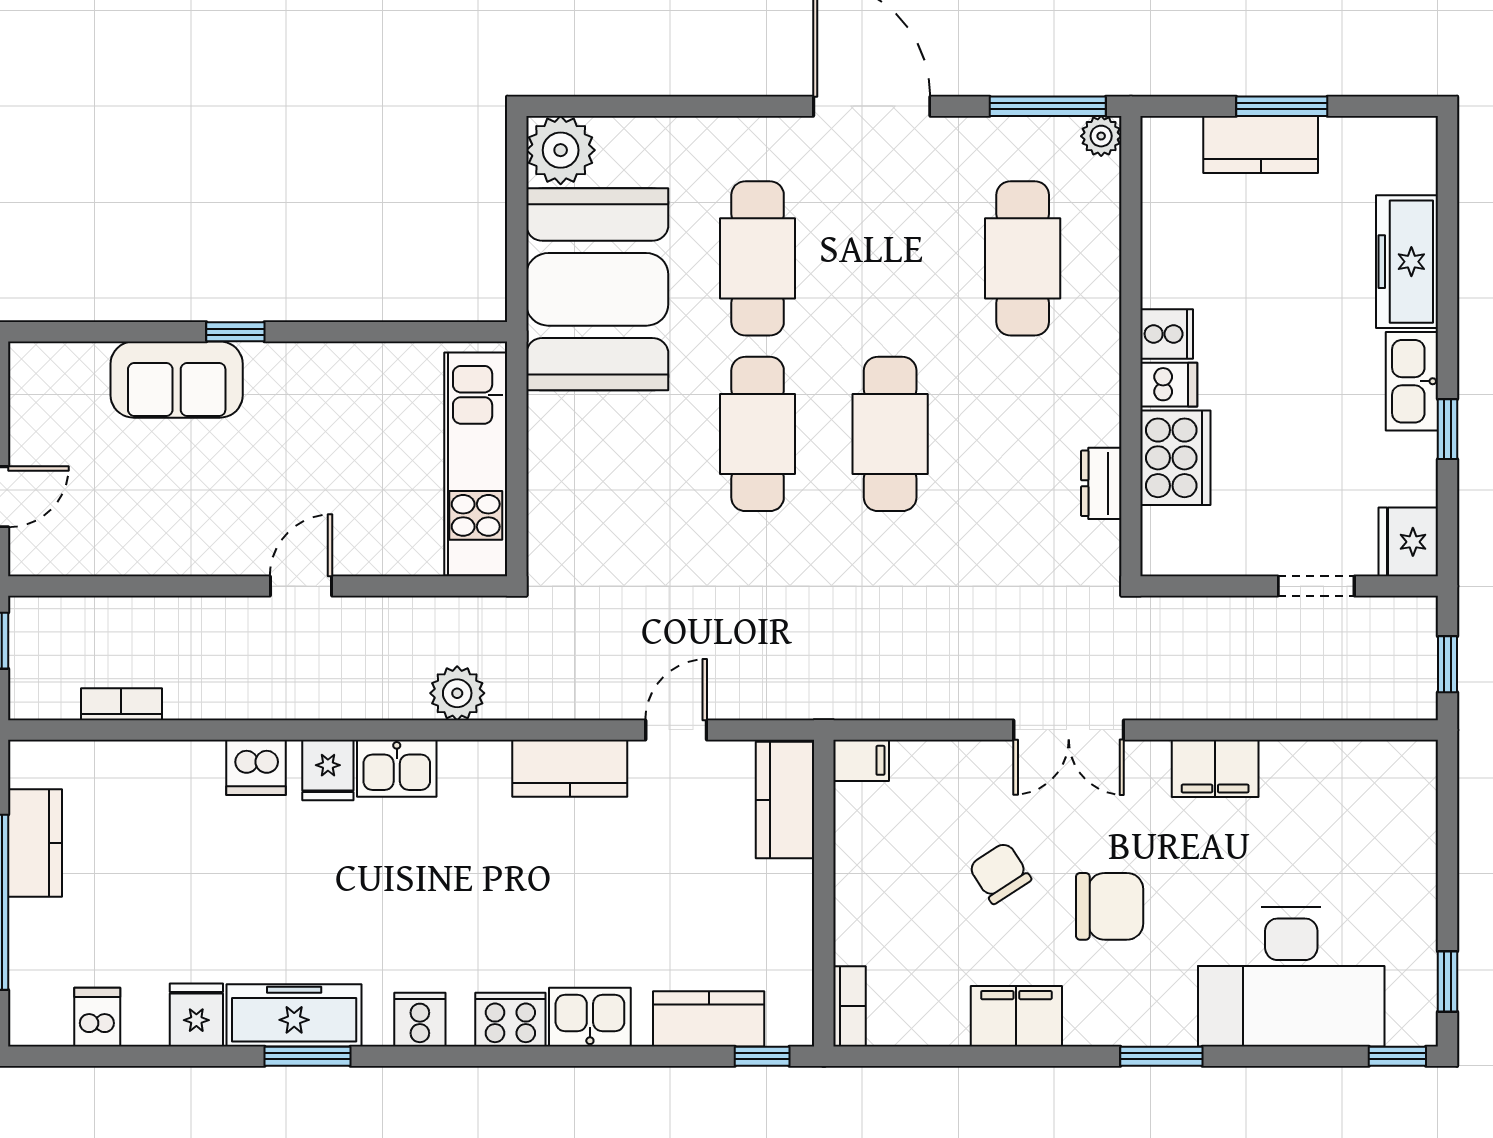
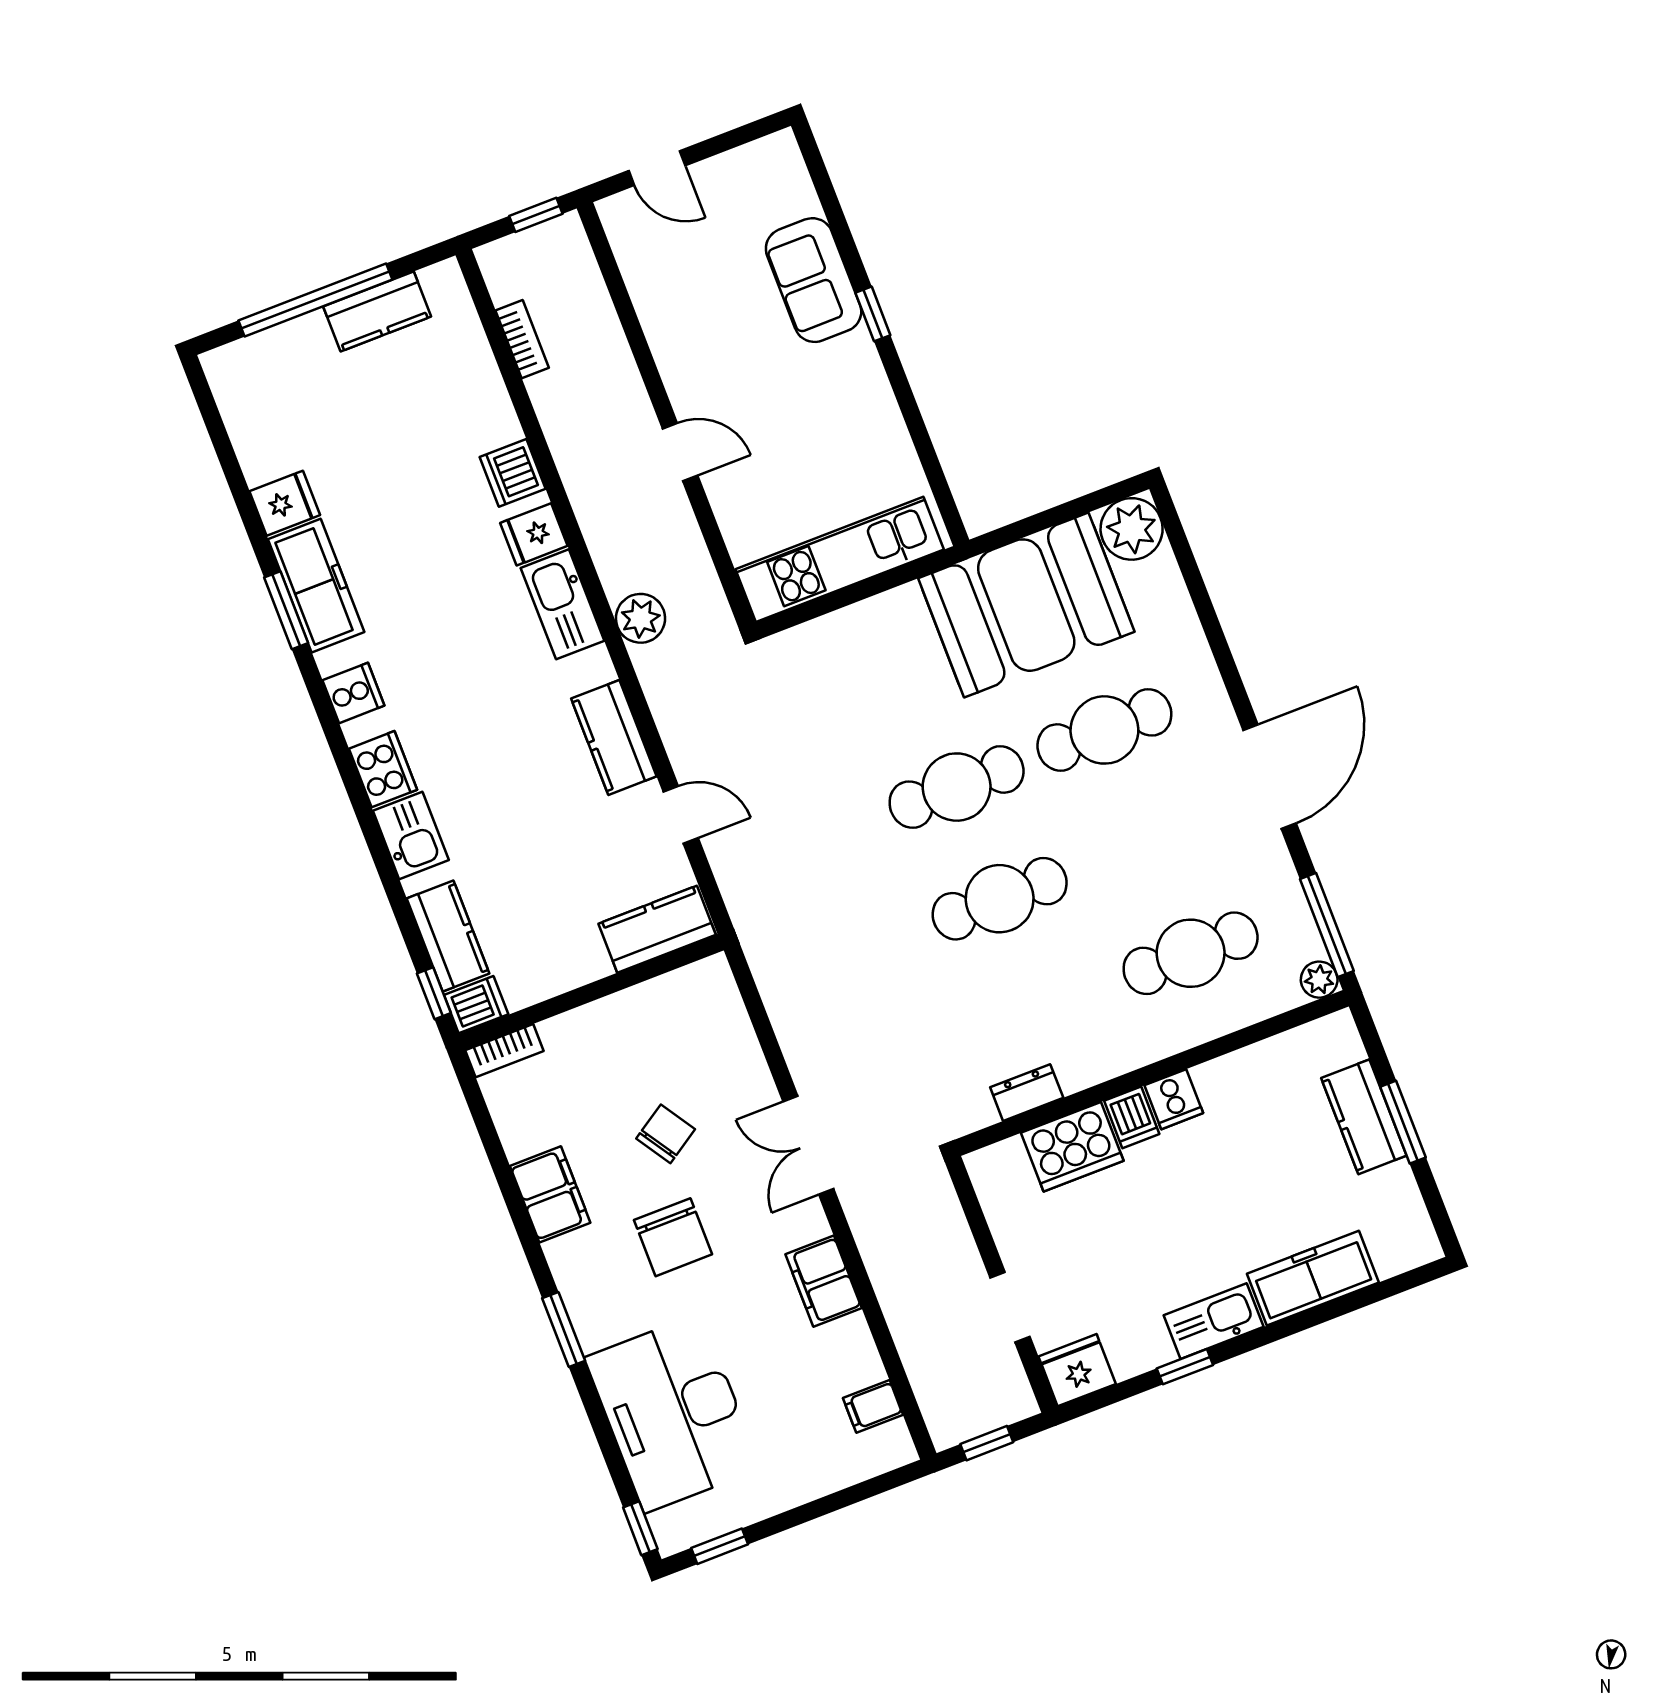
filing cabinet: (861, 760) -> (873, 1406), moved, turned 90
kitchen sink: (397, 768) -> (562, 604), width x1.38
dishwasher: (97, 1017) -> (476, 1005), moved

